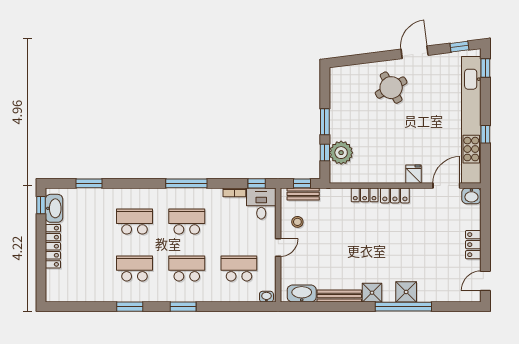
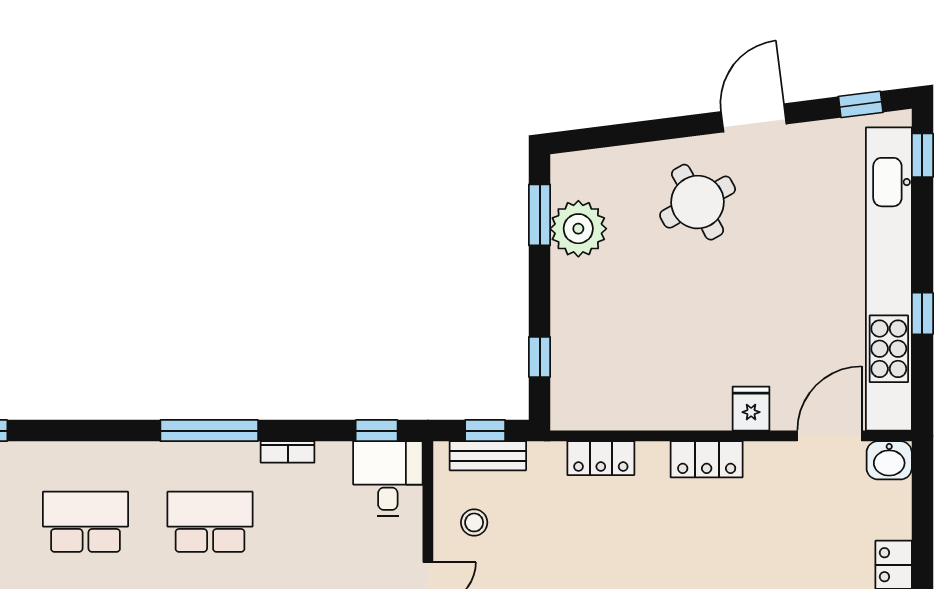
window: (325, 122) -> (540, 215), moved
plant: (341, 153) -> (578, 229), moved
bookcase: (234, 192) -> (288, 452), moved
locker: (365, 195) -> (601, 458), moved

